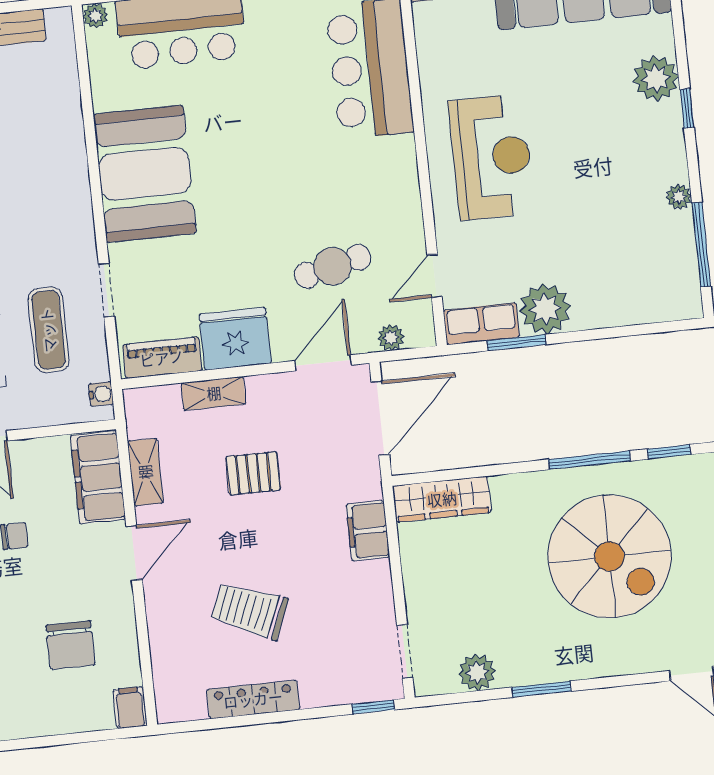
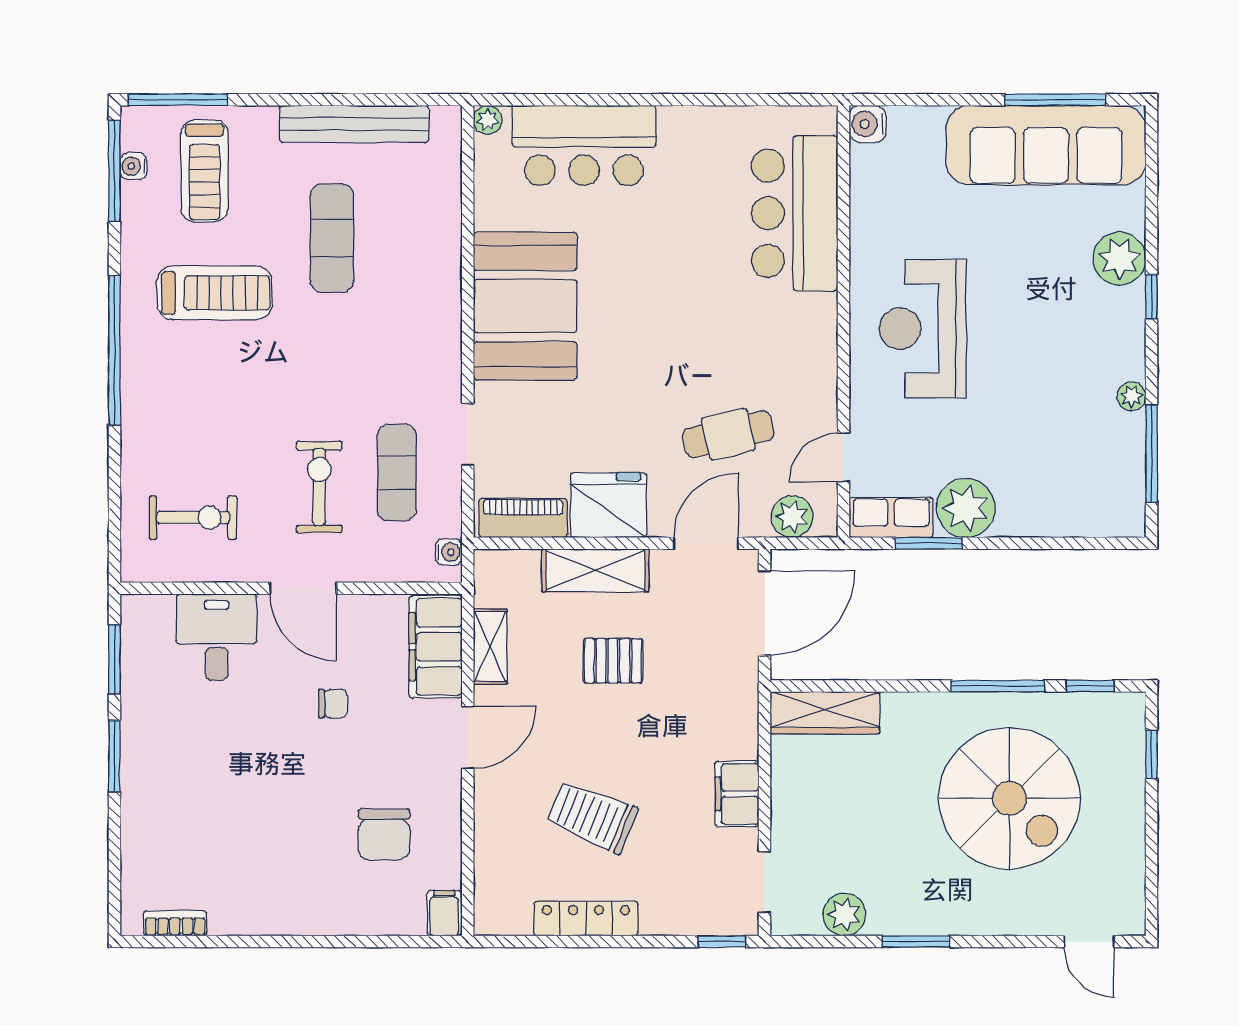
reception desk: (492, 157) -> (923, 329), turned 180
plant: (391, 338) -> (792, 517), width x1.38, depth x1.38
shelving: (214, 393) -> (595, 570), width x1.50, depth x1.33
filing cabinet: (368, 531) -> (737, 794), moved

